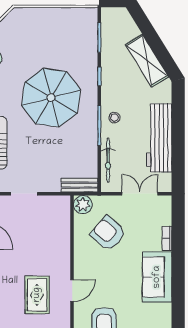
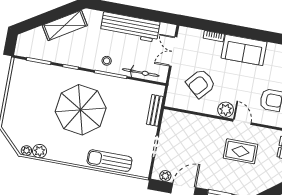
bench: (79, 185) -> (155, 110), moved
plant: (83, 205) -> (226, 110), moved

